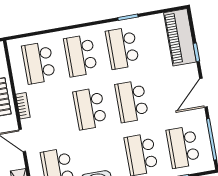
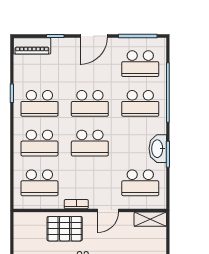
piano: (180, 37) -> (32, 46), width x0.73, depth x0.75
door: (203, 93) -> (94, 36), hinge flipped

